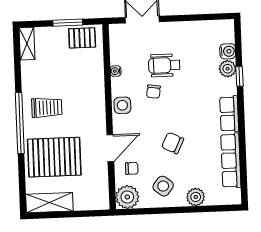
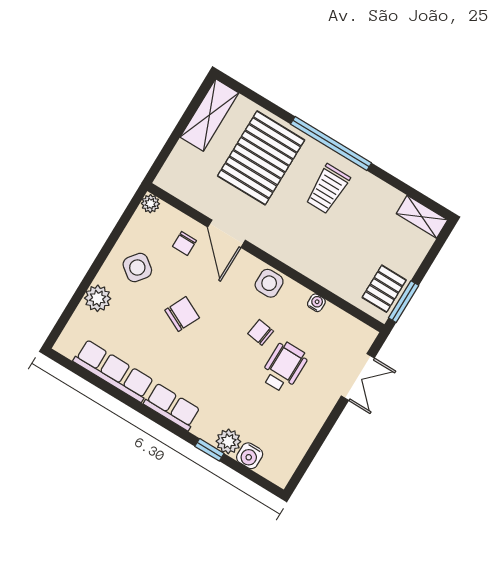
window: (68, 23) -> (404, 302), moved
plant: (127, 197) -> (150, 204), width x0.53, depth x0.53

